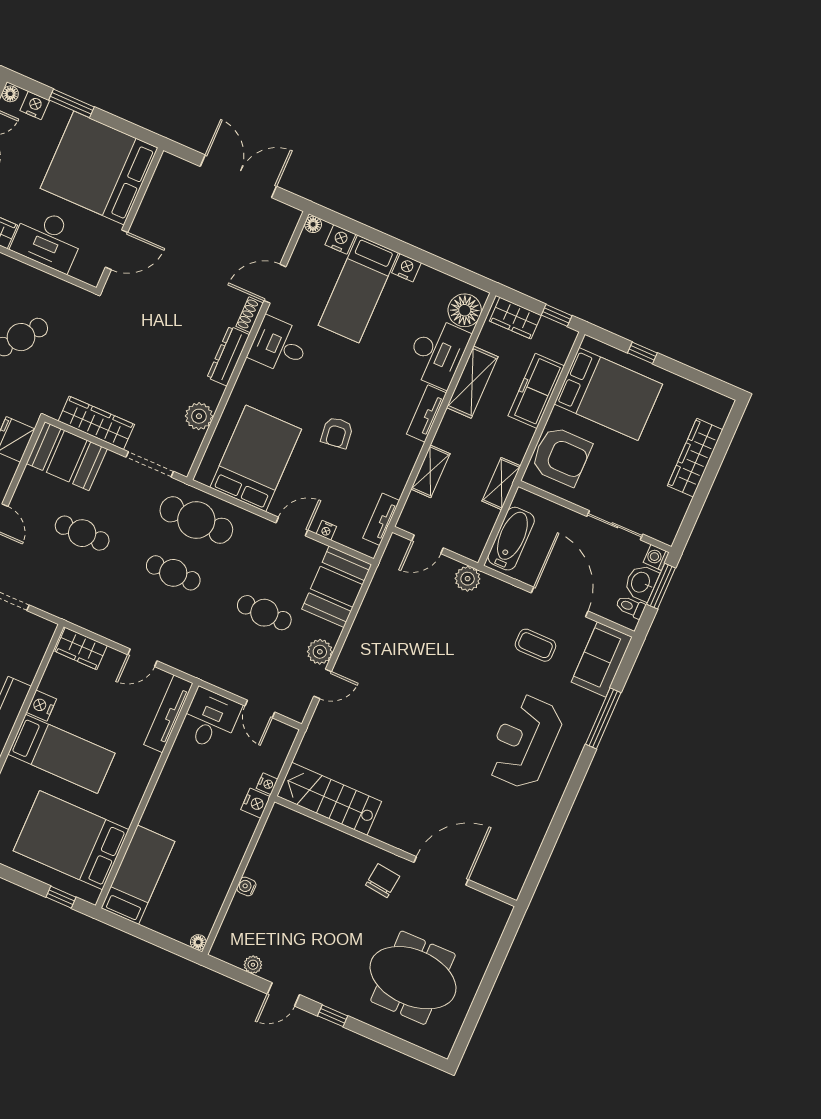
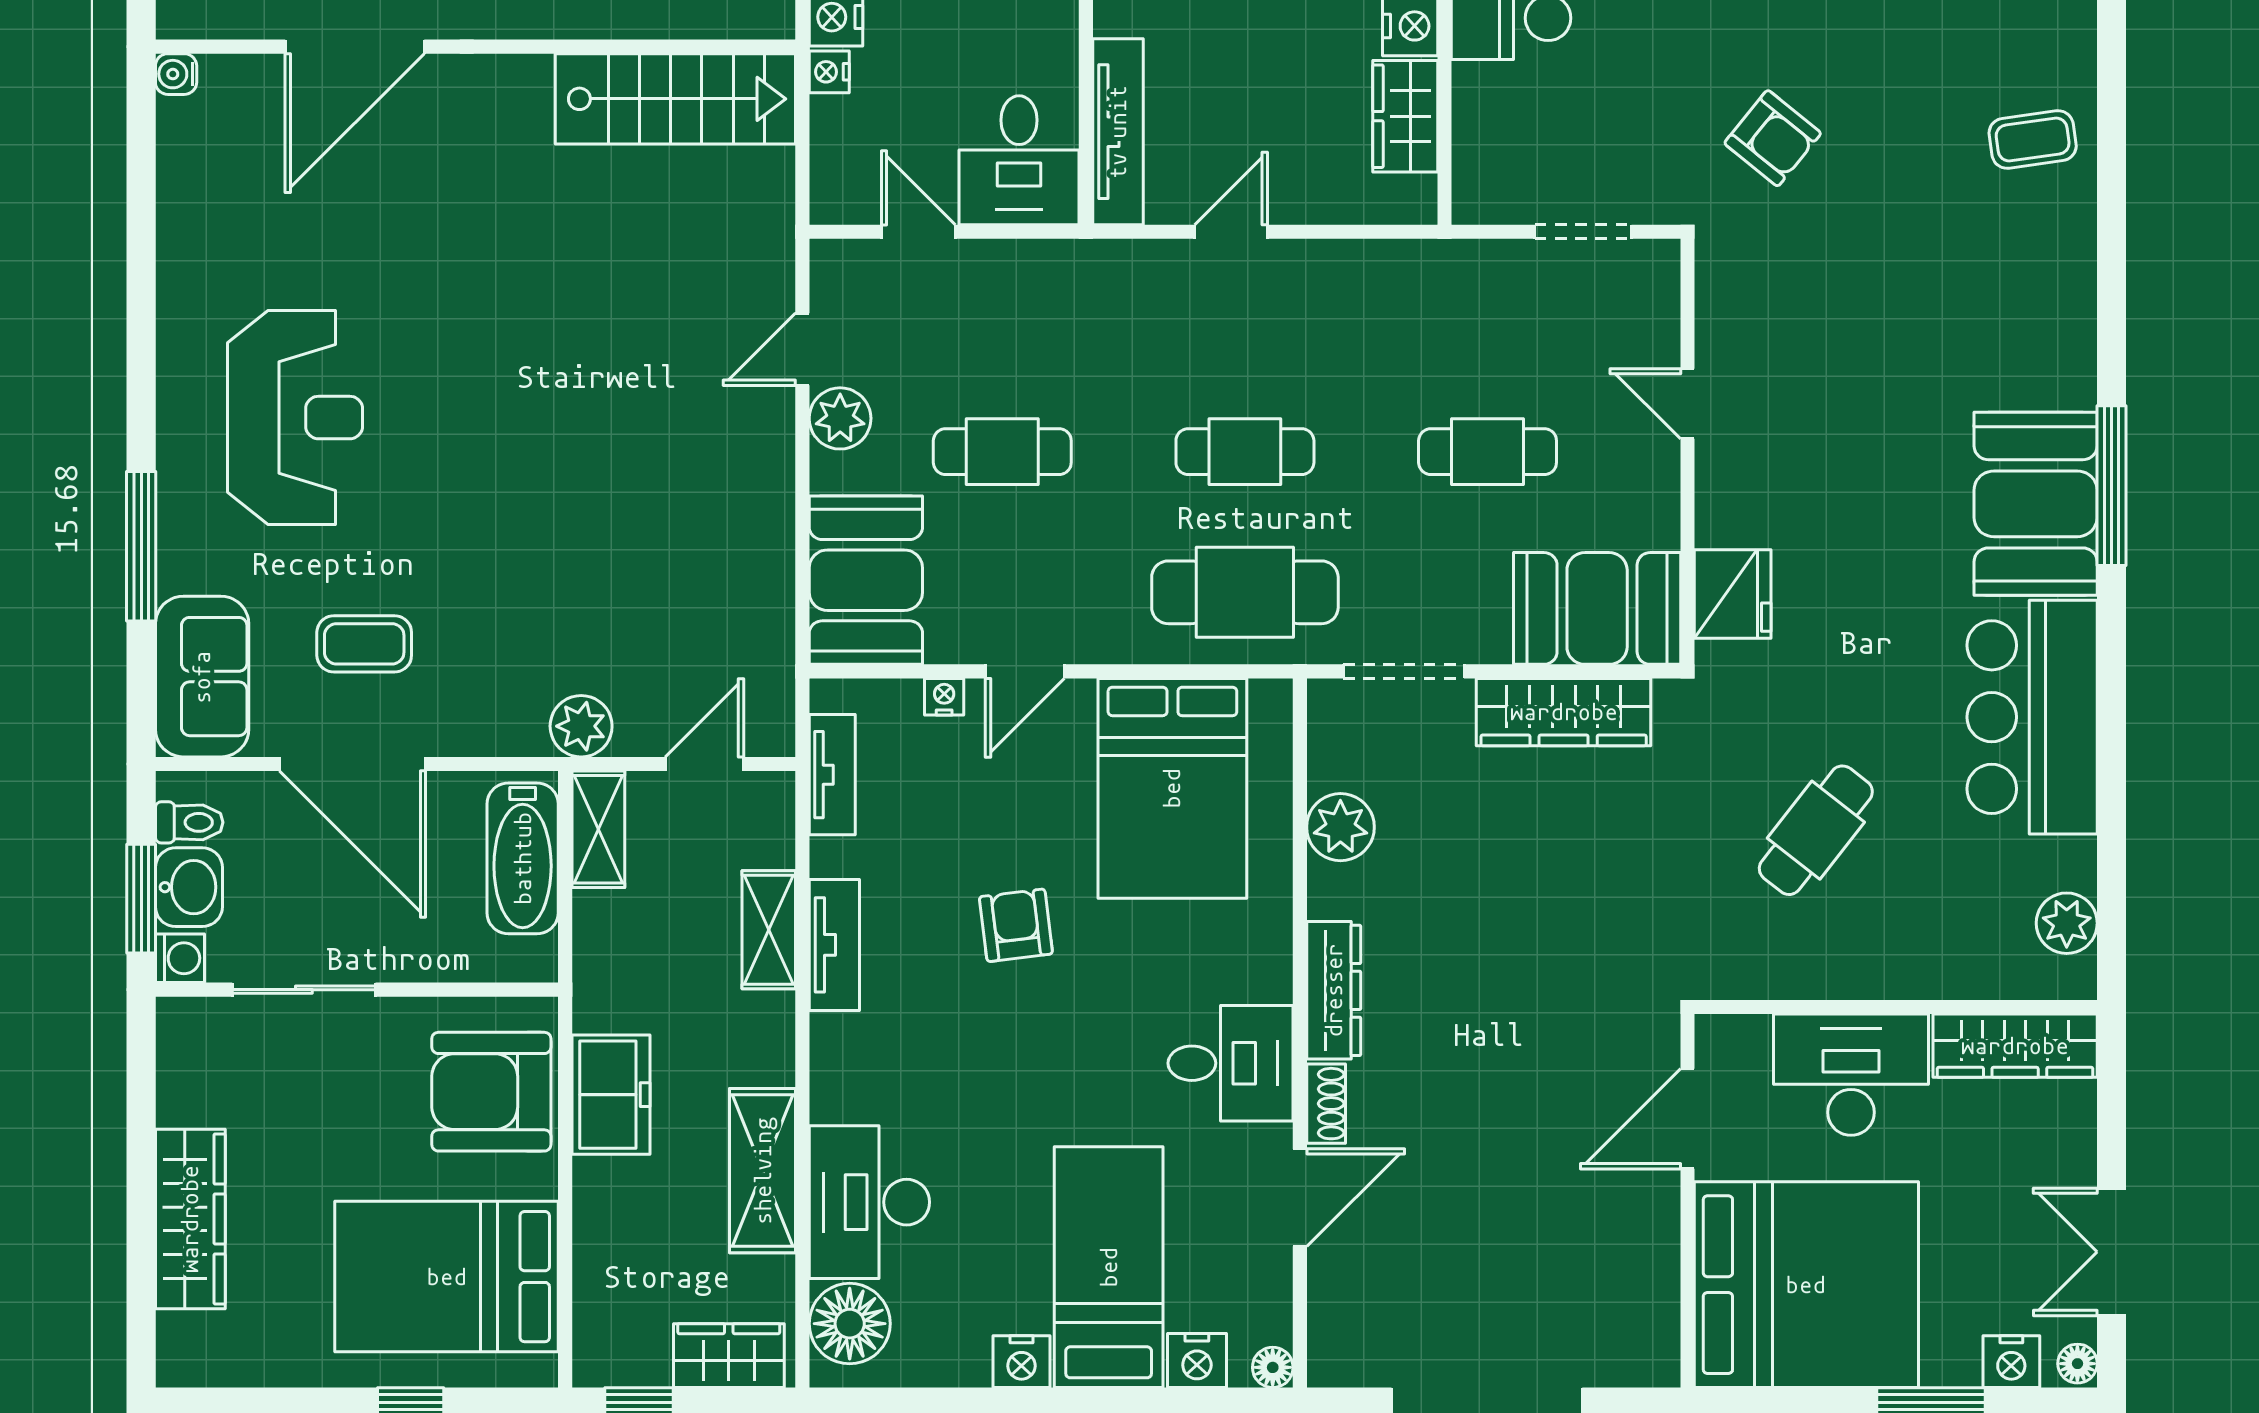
freezer: (536, 391) -> (611, 1095), moved, width x0.71
tv unit: (426, 414) -> (834, 945), moved
shelving: (501, 484) -> (598, 829), moved
wardrobe: (81, 648) -> (1405, 116), moved, turned -90
water cooler: (513, 890) -> (176, 74), added

